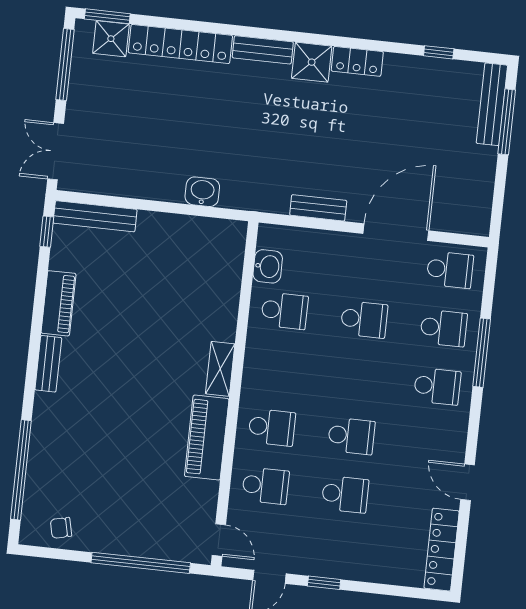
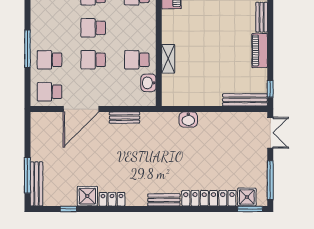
shower: (312, 62) -> (87, 196), moved
shelving: (220, 369) -> (168, 59), moved
school desk: (437, 386) -> (93, 28), moved

